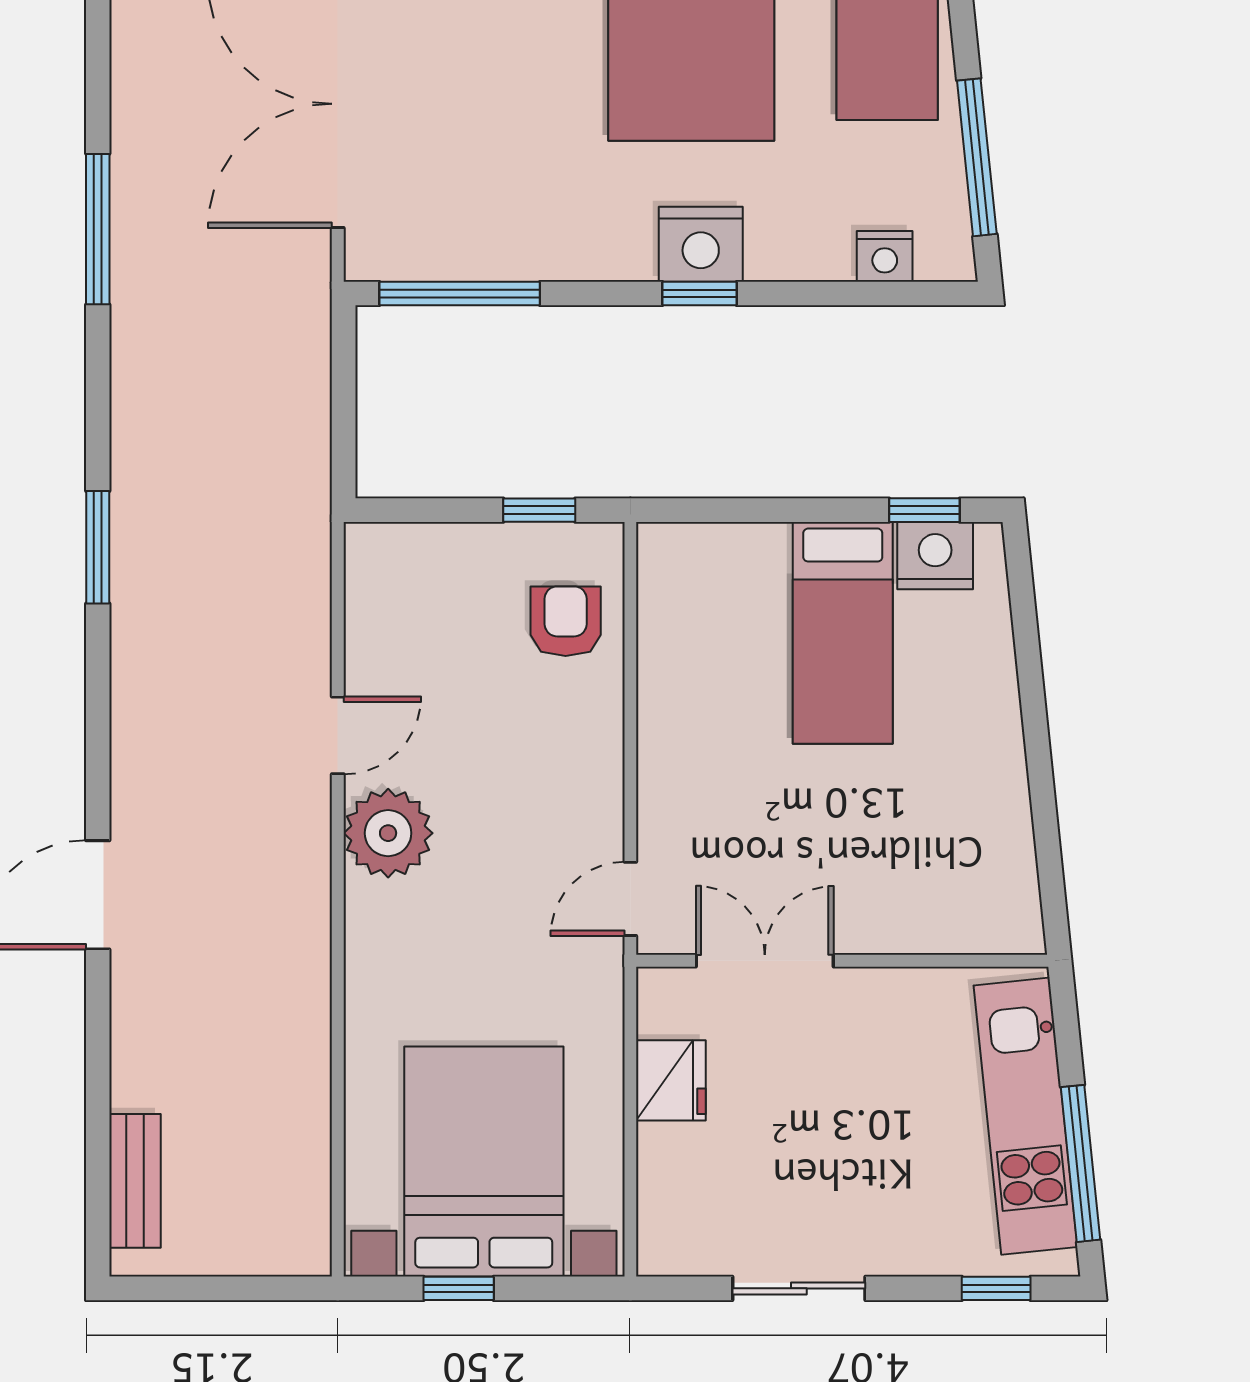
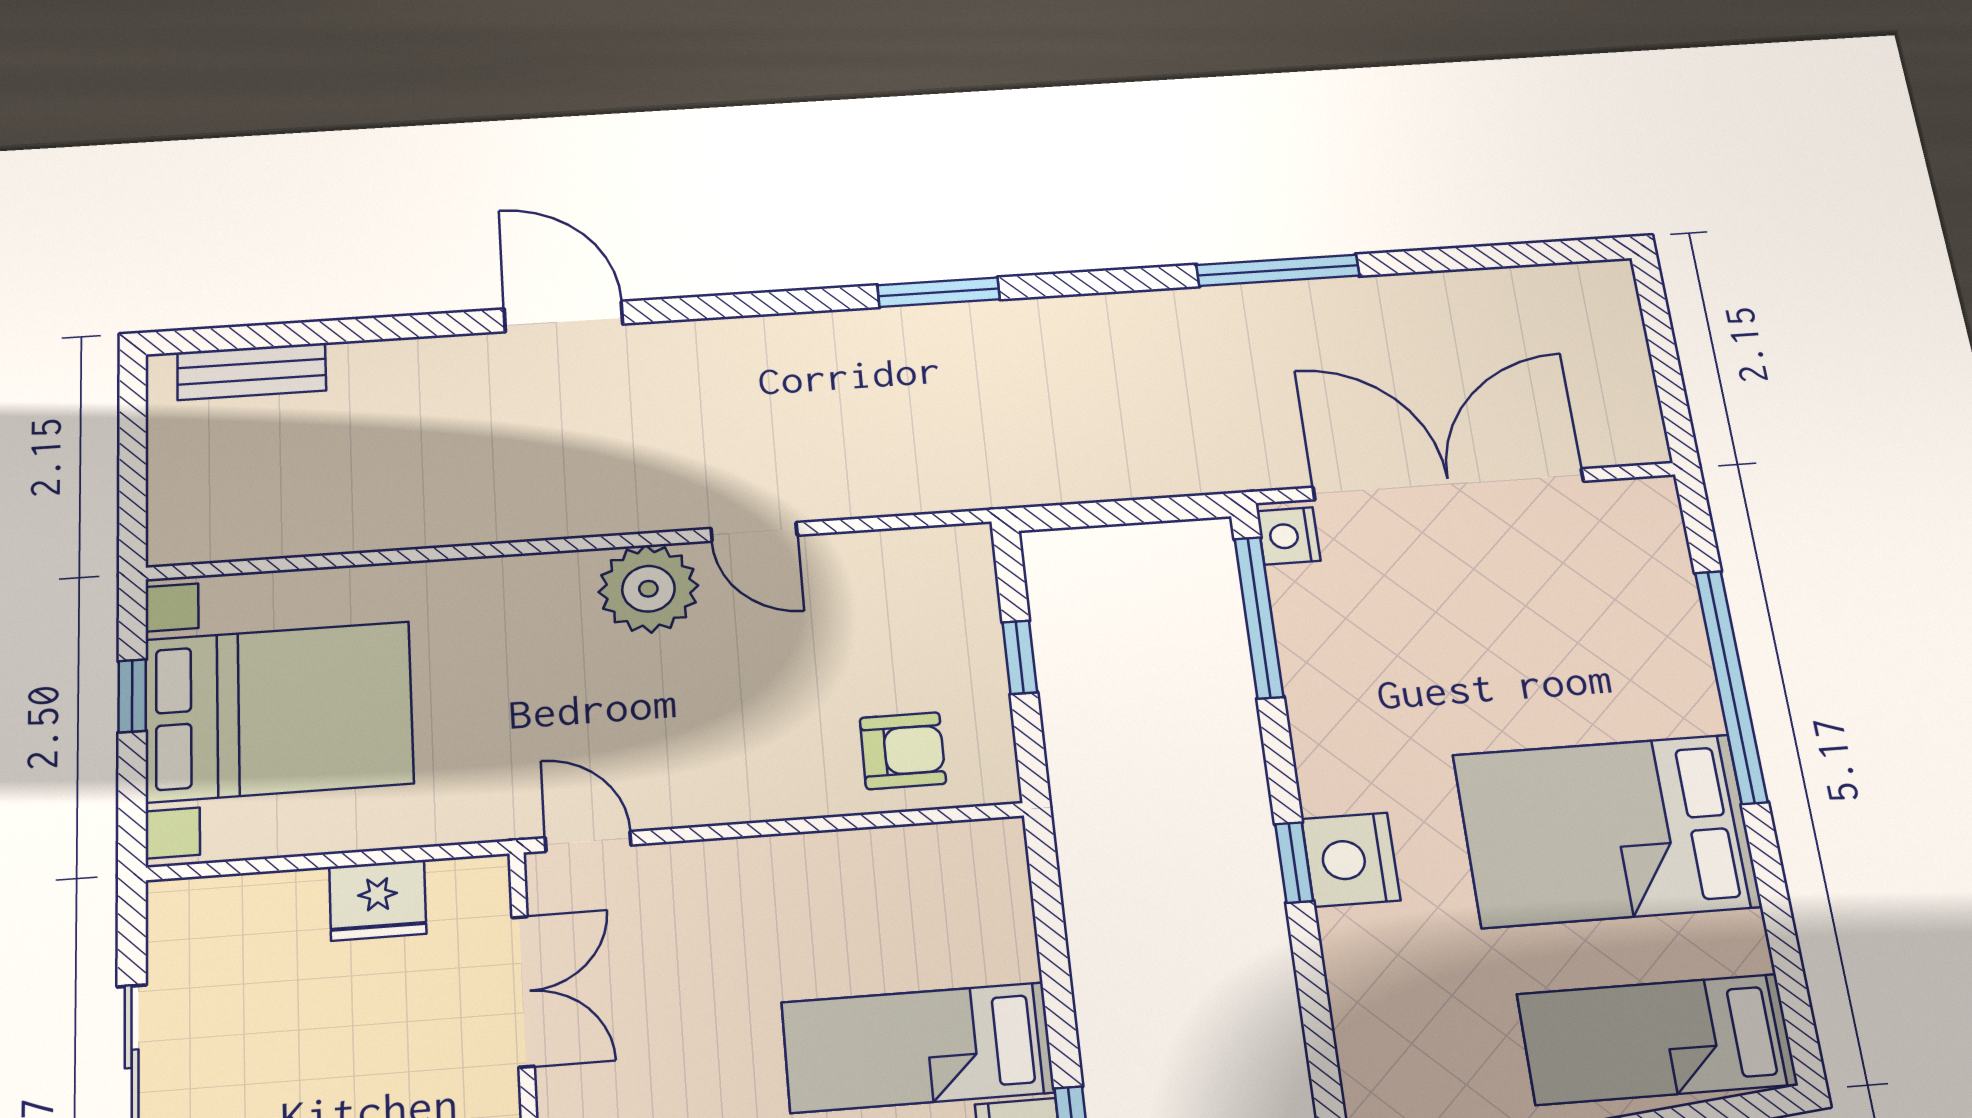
nightstand: (885, 256) -> (1288, 536), moved
window: (539, 510) -> (1020, 657), moved

